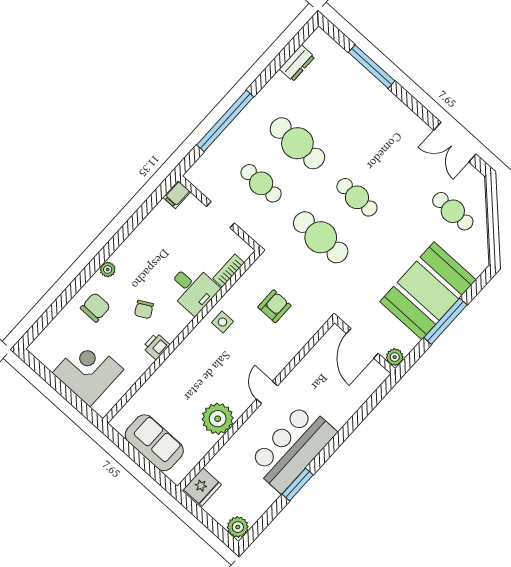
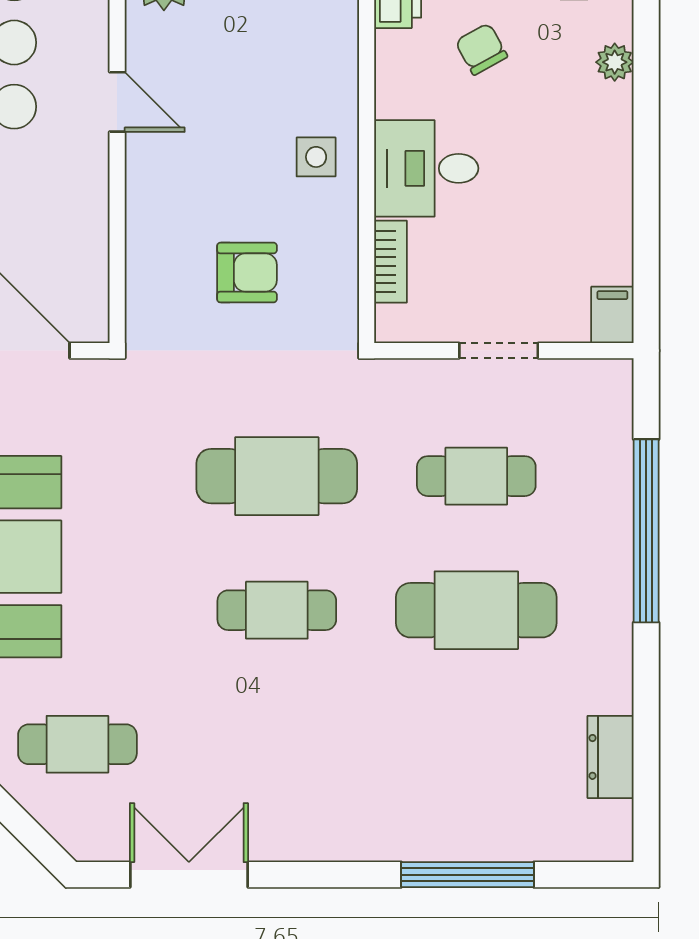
armchair: (274, 306) -> (247, 273), turned -90

